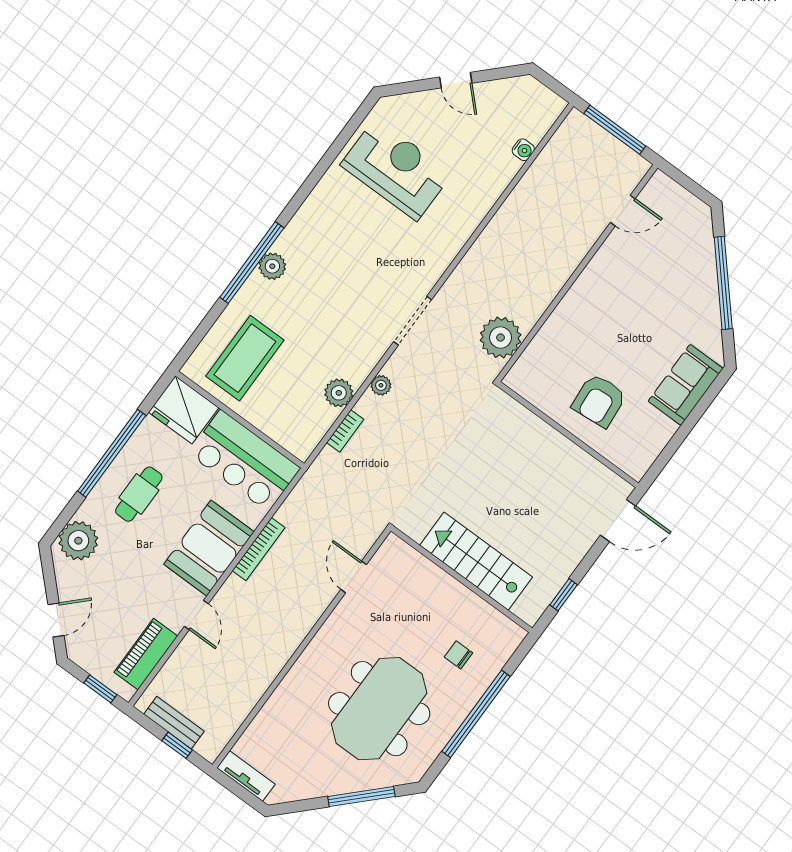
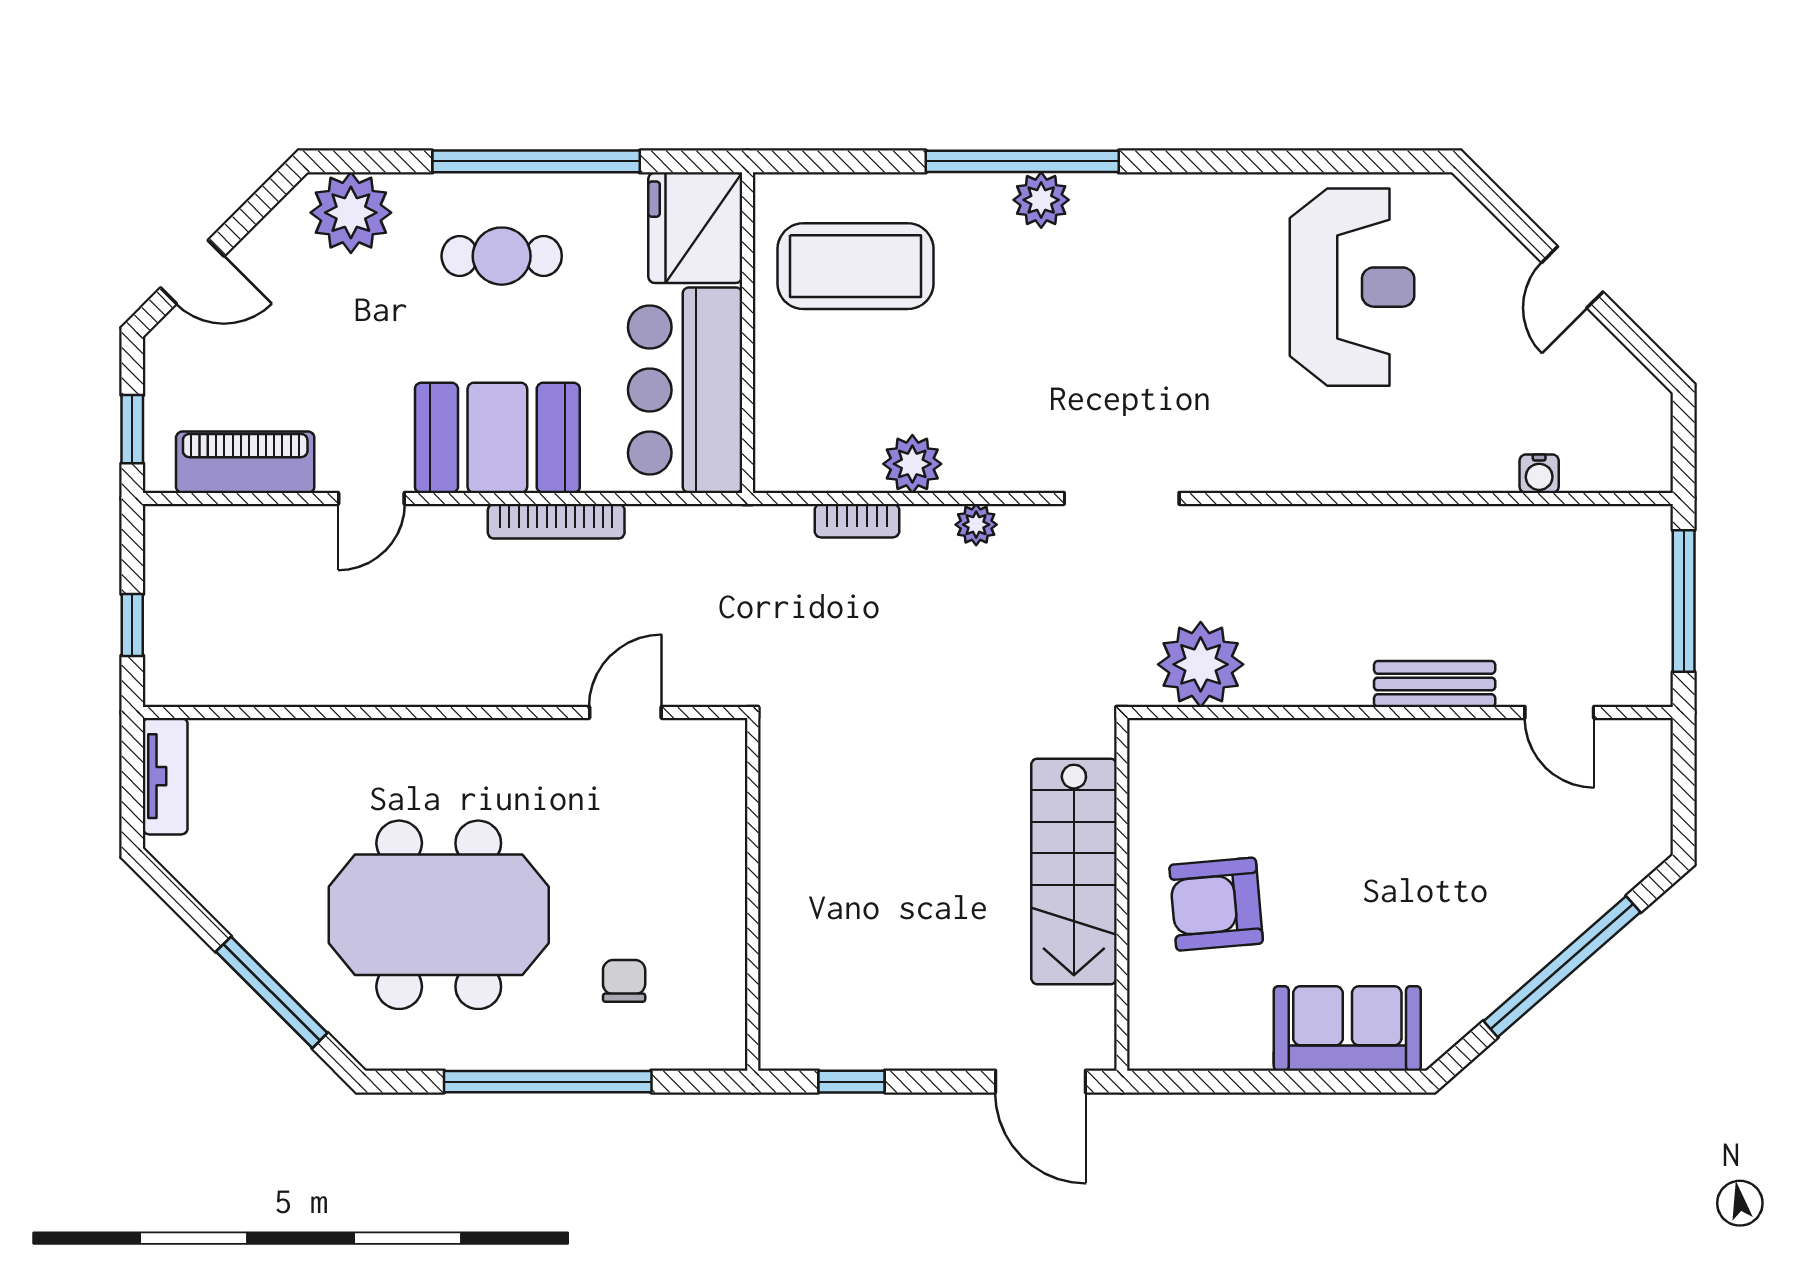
stairs: (476, 561) -> (1074, 871), moved, turned 180
bench: (174, 723) -> (1435, 684), moved, turned 90

